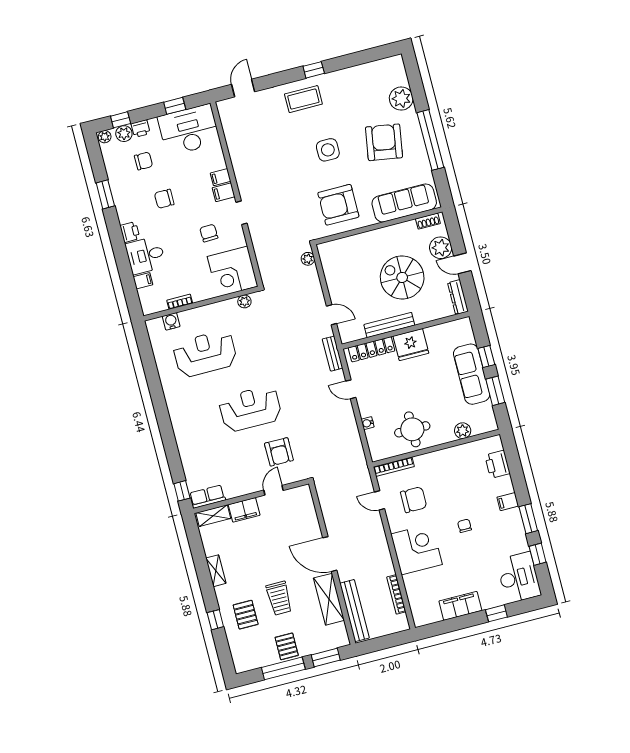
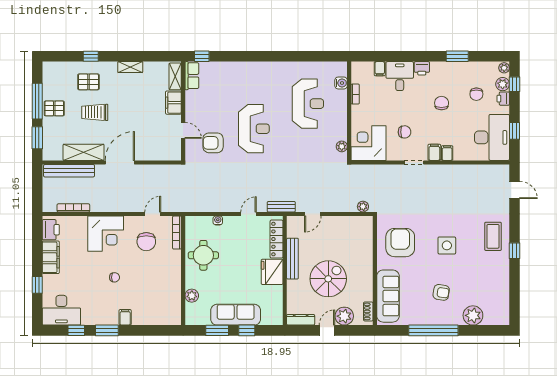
armchair: (384, 142) -> (441, 292), width x0.53, depth x0.53
printer: (497, 464) -> (51, 230), moved, turned 90

